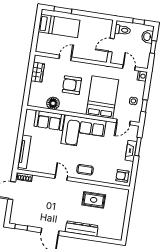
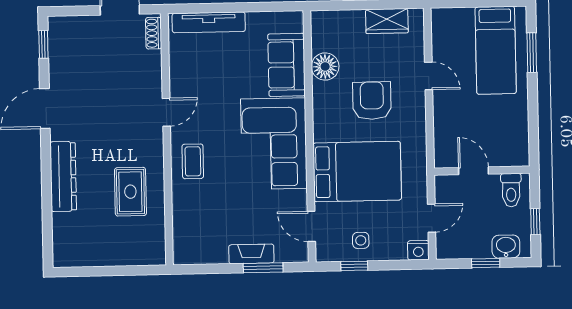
armchair: (122, 176) -> (193, 245), removed

